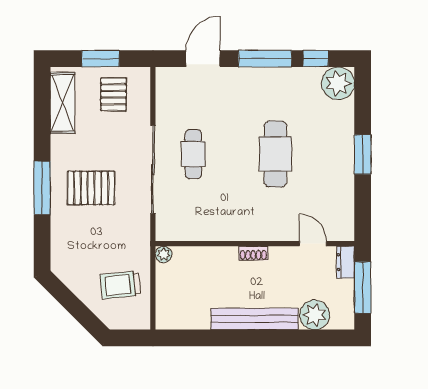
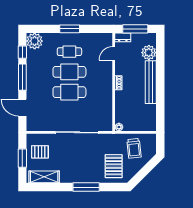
cafe table: (193, 154) -> (69, 92), moved, width x1.37, depth x1.35
cafe table: (317, 154) -> (69, 52), added
pallet: (91, 188) -> (114, 166), moved

